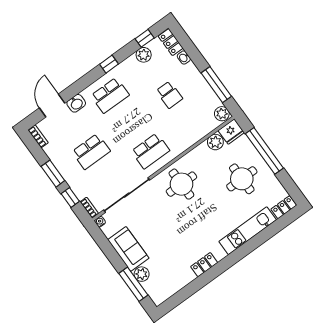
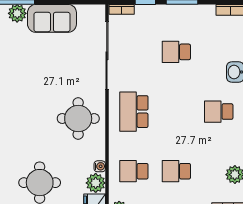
school desk: (110, 95) -> (219, 112), width x0.54
school desk: (190, 123) -> (134, 171), added
school desk: (91, 152) -> (176, 52), width x0.54
water cooler: (100, 222) -> (100, 166), moved

